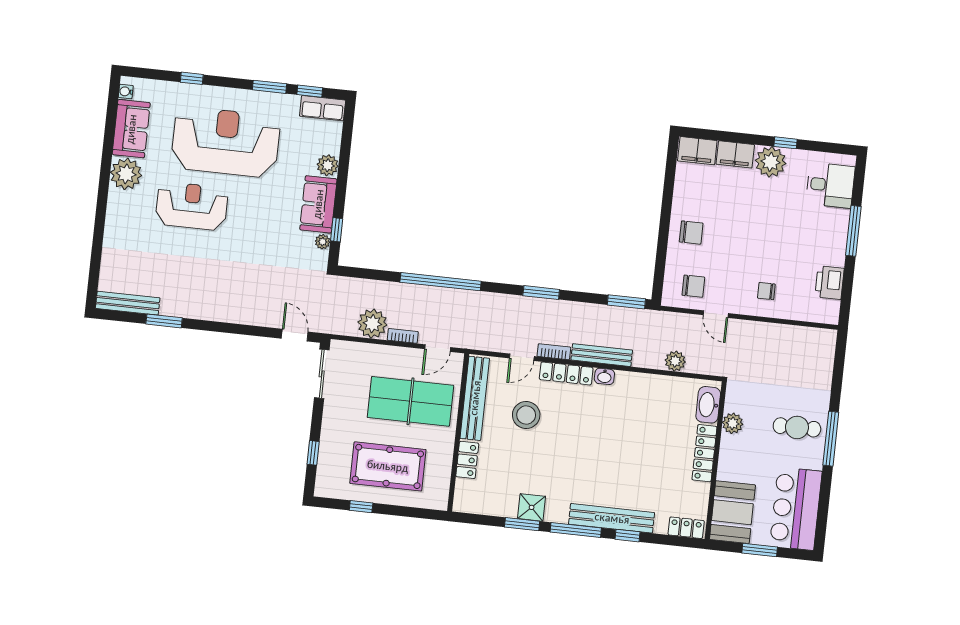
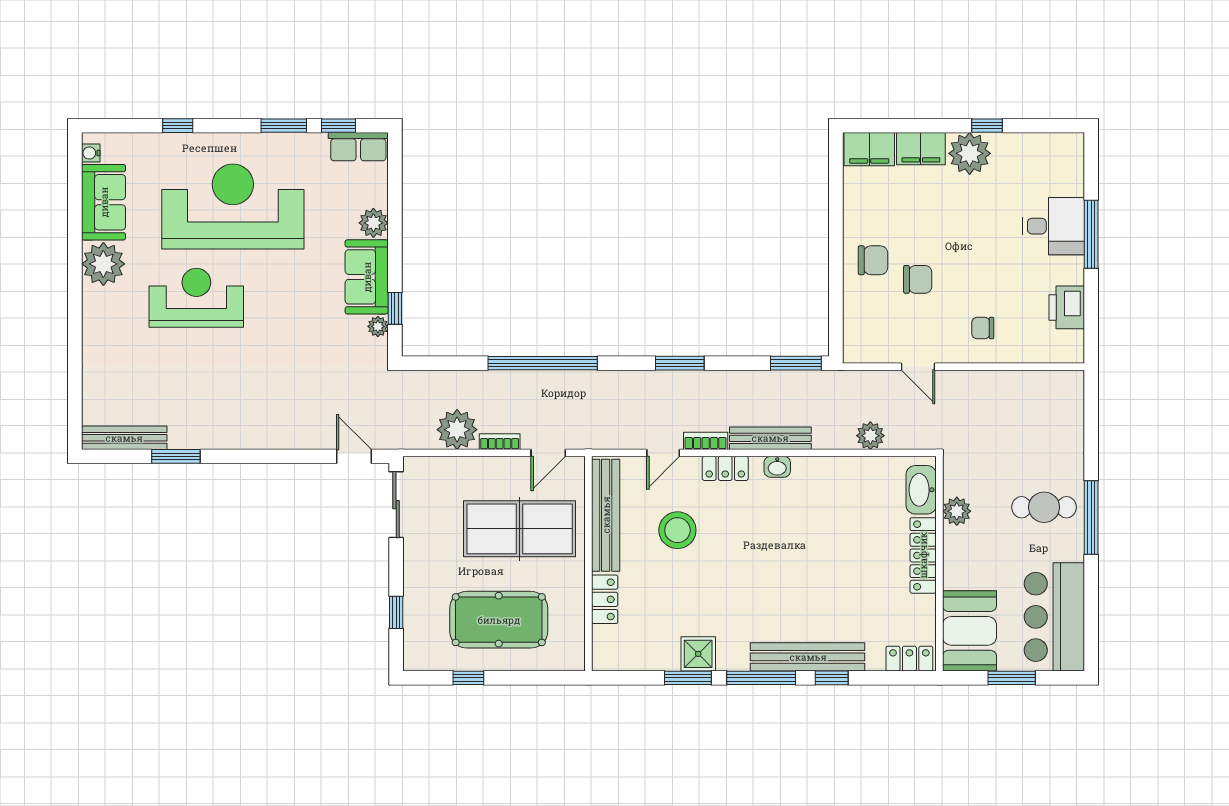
desk: (830, 185) -> (1054, 226), moved
chair: (693, 286) -> (918, 279), moved
locker: (566, 373) -> (725, 468), width x0.66

